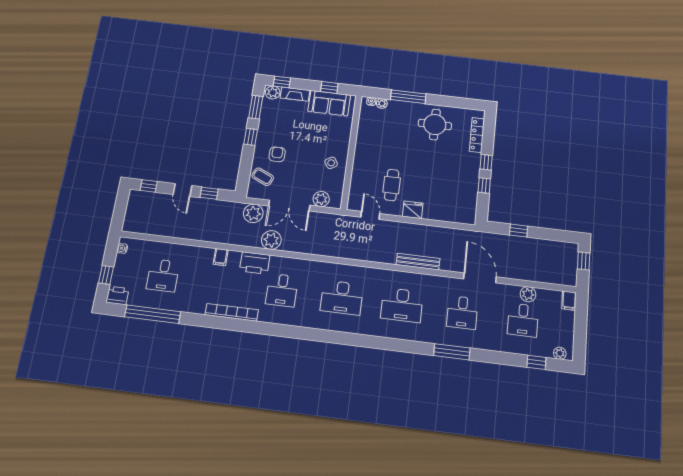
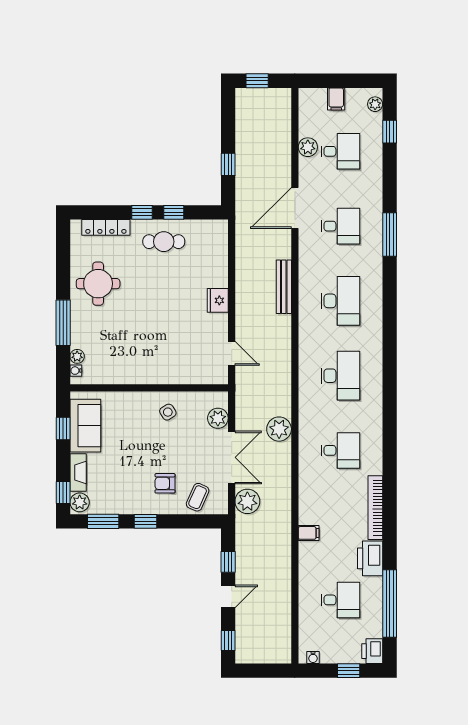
cafe table: (392, 185) -> (164, 242), moved
door: (370, 215) -> (232, 353), swing flipped
plant: (271, 240) -> (279, 429), moved
printer: (255, 263) -> (370, 558), moved, turned 180
filing cabinet: (569, 301) -> (336, 99), moved, turned 90

